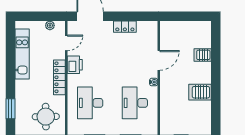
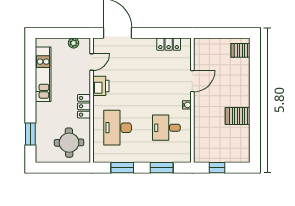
locker: (125, 27) -> (169, 44), moved
server rack: (203, 55) -> (240, 50), moved
locker: (59, 77) -> (84, 106), width x0.66
desk: (135, 103) -> (166, 128), width x0.73

